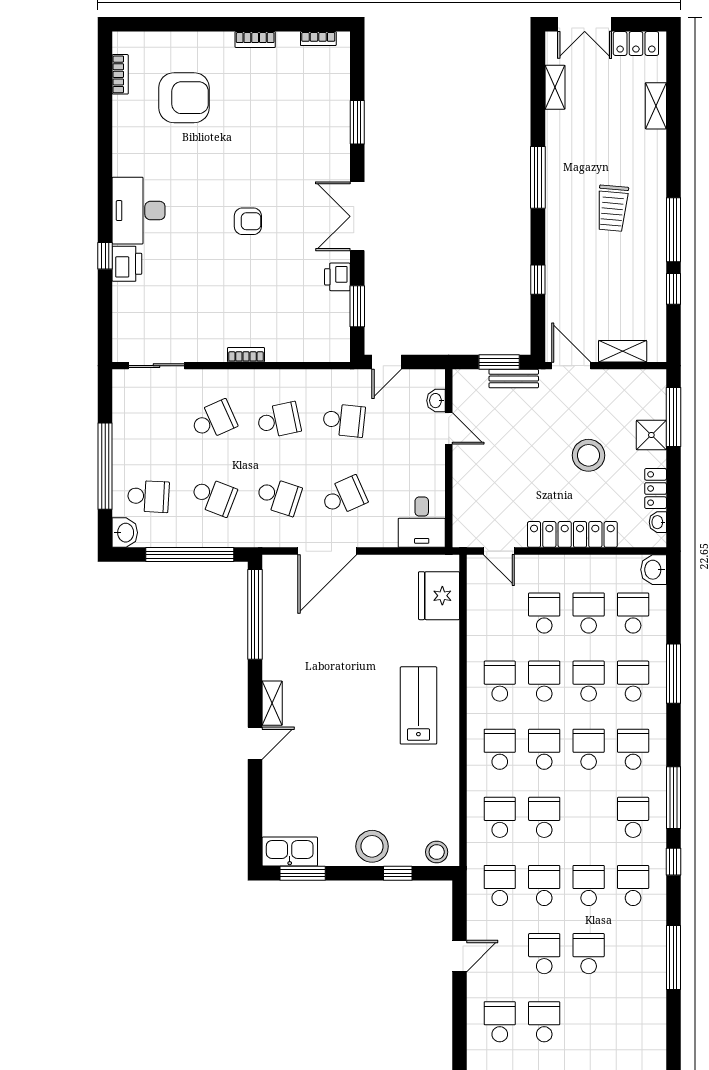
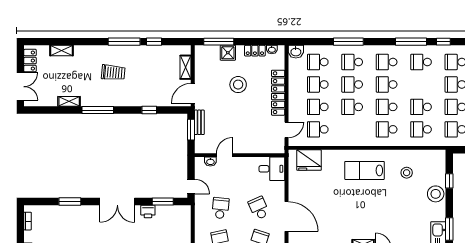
shelving: (555, 87) -> (69, 101), moved
school desk: (500, 681) -> (318, 129), moved
stool: (437, 852) -> (407, 173), moved

